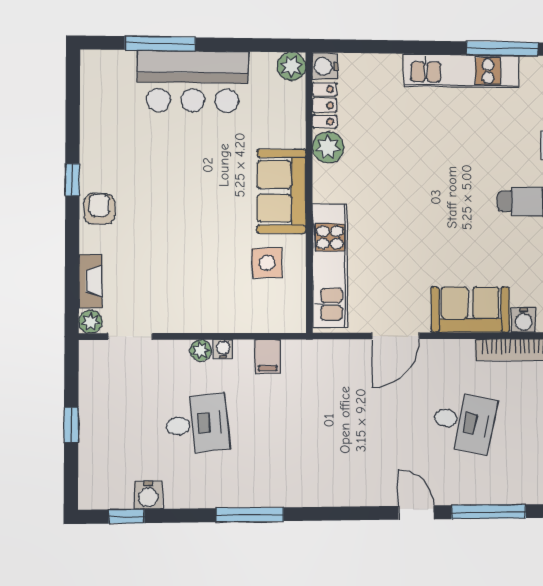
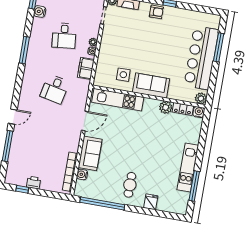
bar counter: (193, 81) -> (201, 58), width x1.36
door: (396, 336) -> (85, 121), swing flipped
filing cabinet: (268, 356) -> (86, 68), width x2.00
desk: (464, 422) -> (55, 89), moved

